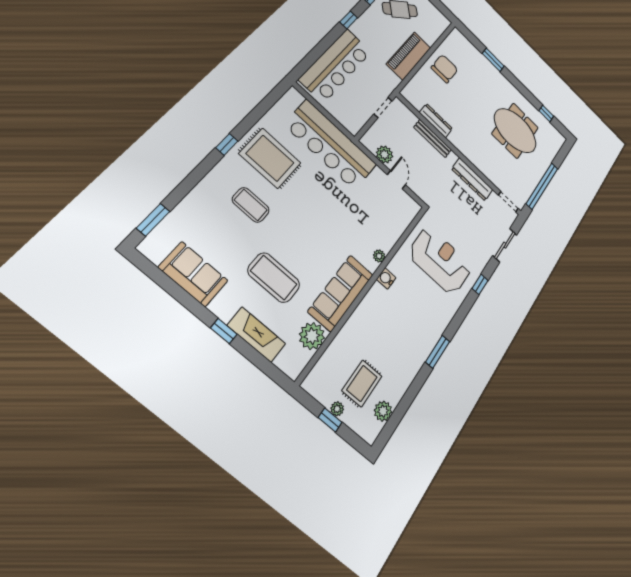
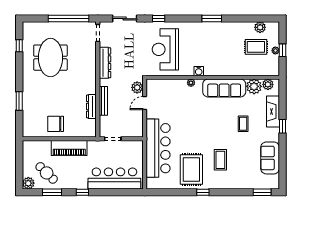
plant: (384, 154) -> (137, 87), moved
coffee table: (274, 278) -> (243, 124), width x0.54, depth x0.58
plant: (300, 359) -> (268, 84), added

